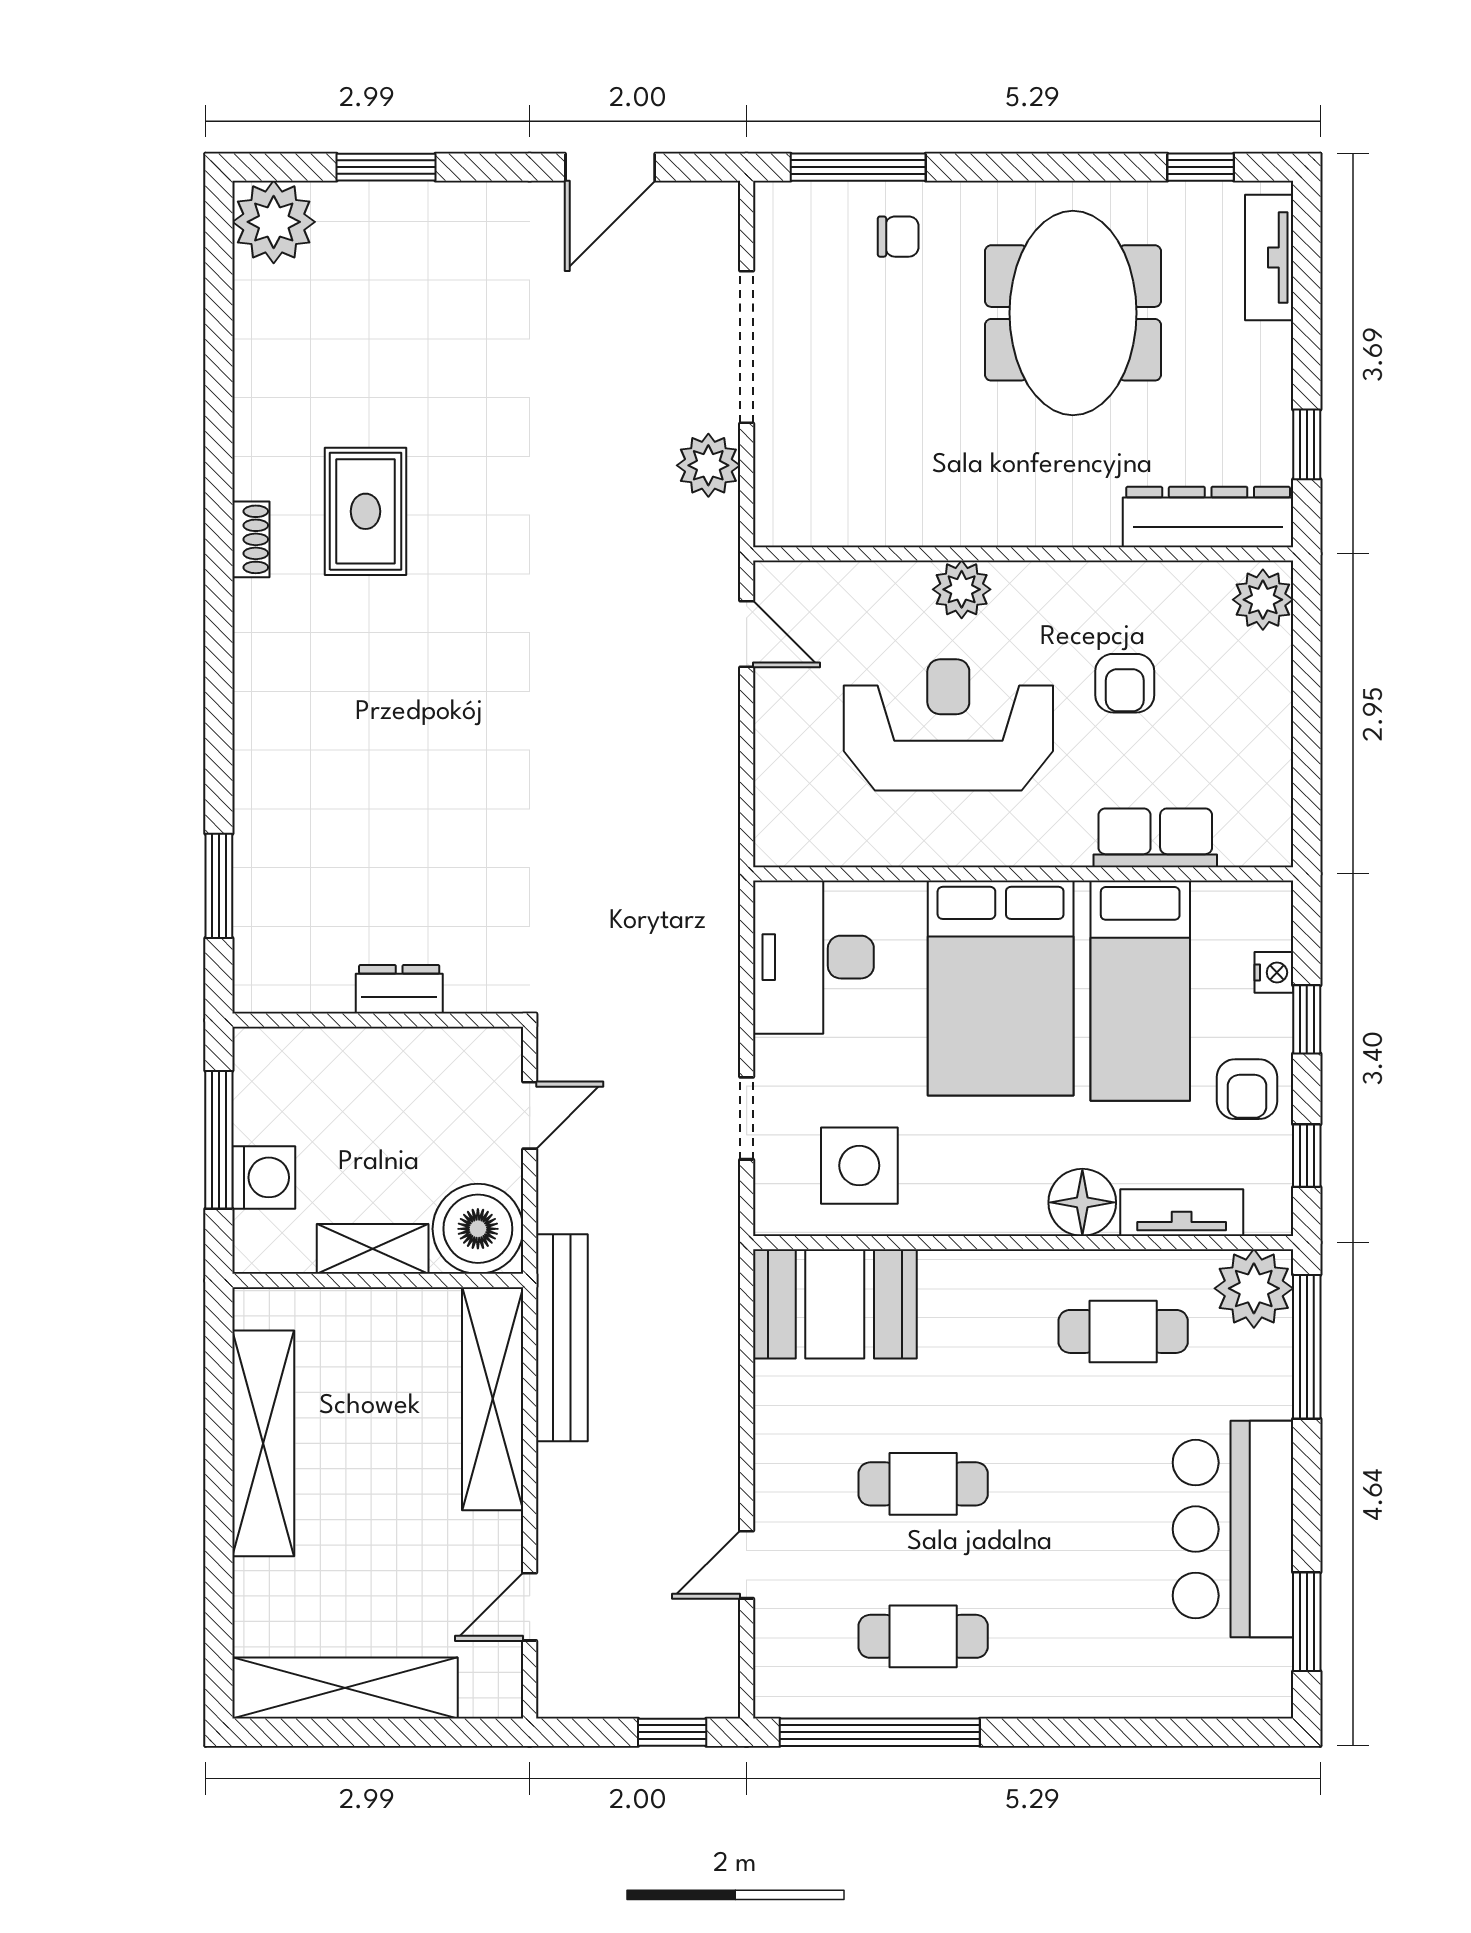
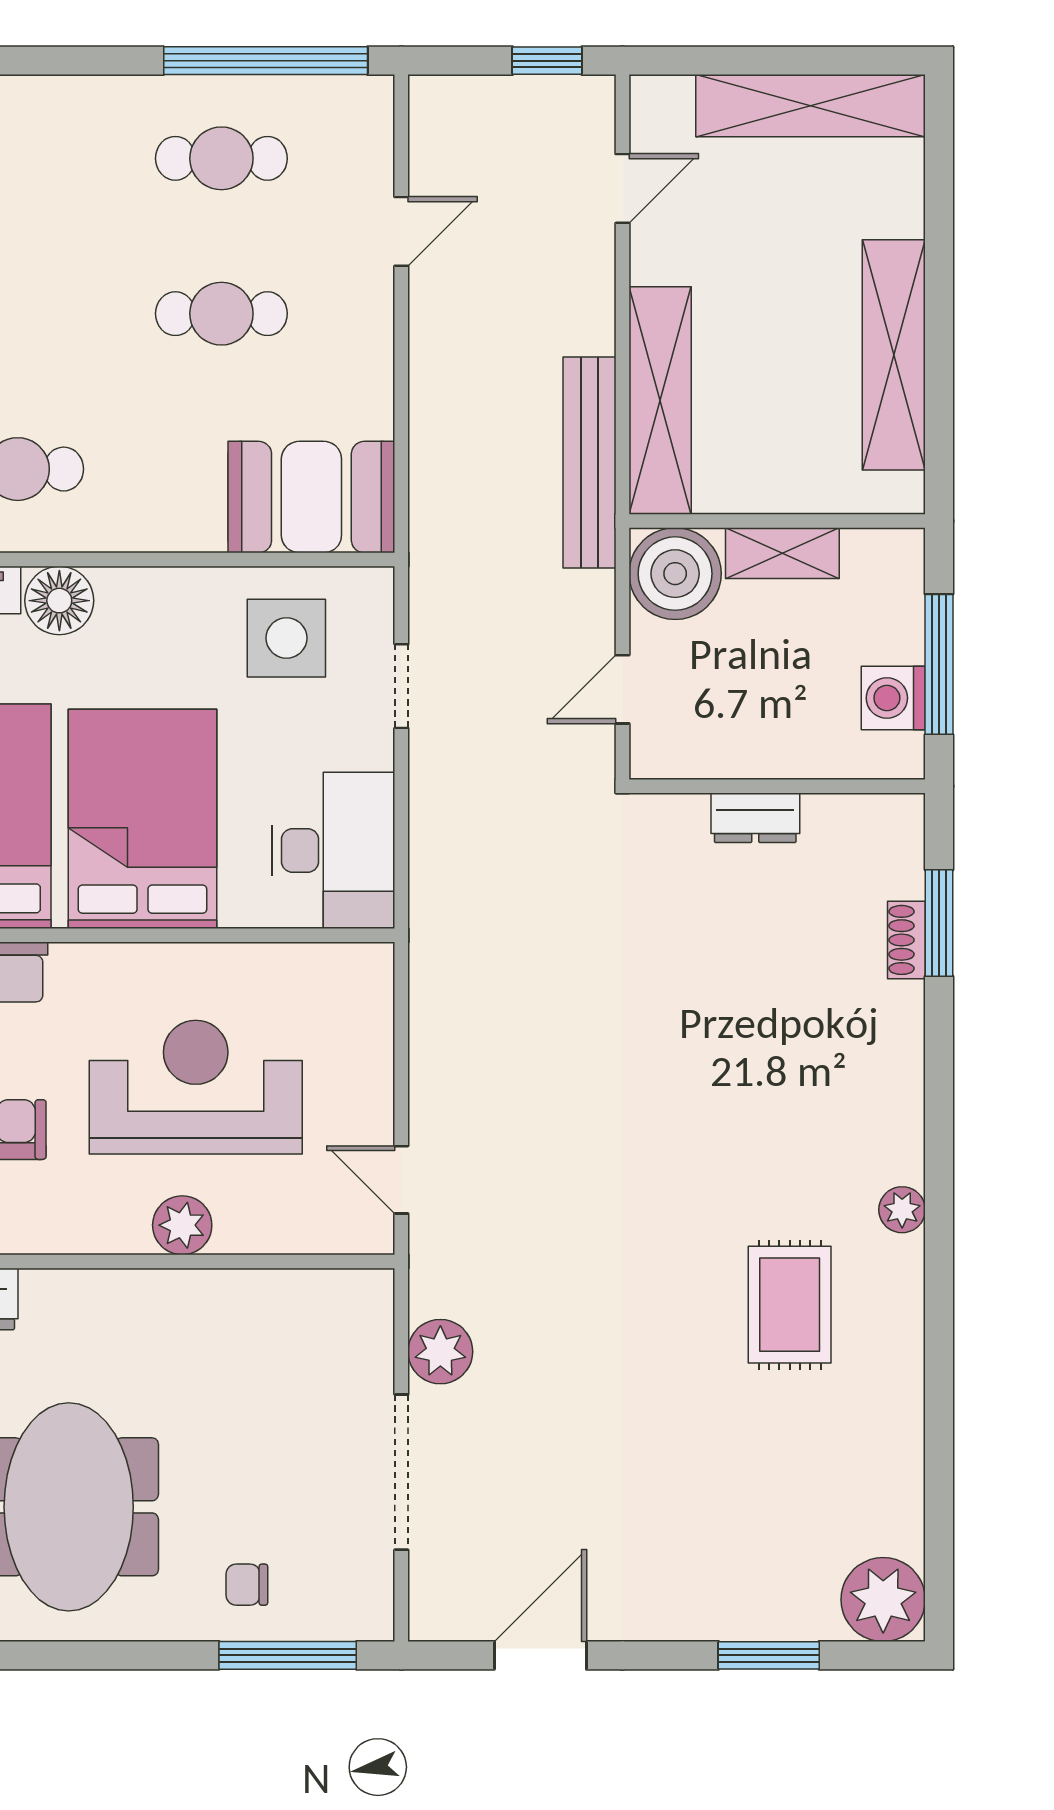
shoe rack: (251, 539) -> (906, 940), moved
plant: (255, 605) -> (902, 1210), added
reception desk: (948, 725) -> (196, 1087), turned 180
washing machine: (264, 1177) -> (893, 698), moved
window: (672, 1732) -> (547, 61), moved

